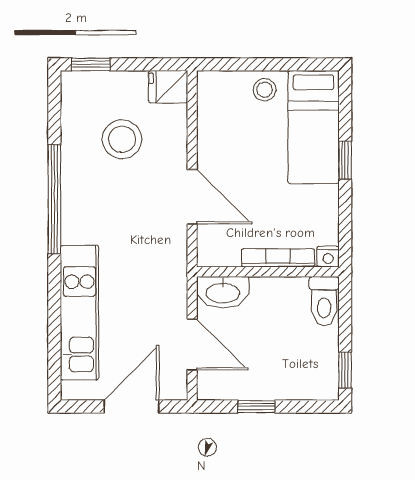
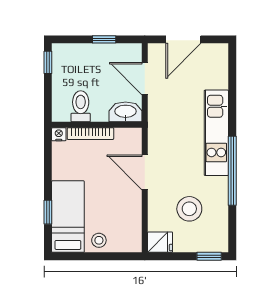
window: (345, 160) -> (48, 212), moved
toilet: (324, 301) -> (81, 106), moved
kitchen unit: (79, 313) -> (216, 133), moved

